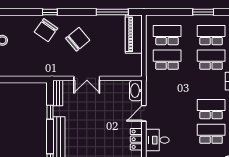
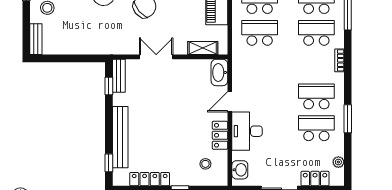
shelving: (123, 72) -> (203, 48), added
double door: (87, 78) -> (156, 57), swing flipped
window: (50, 112) -> (109, 86), moved
desk: (157, 140) -> (247, 131), width x1.37

